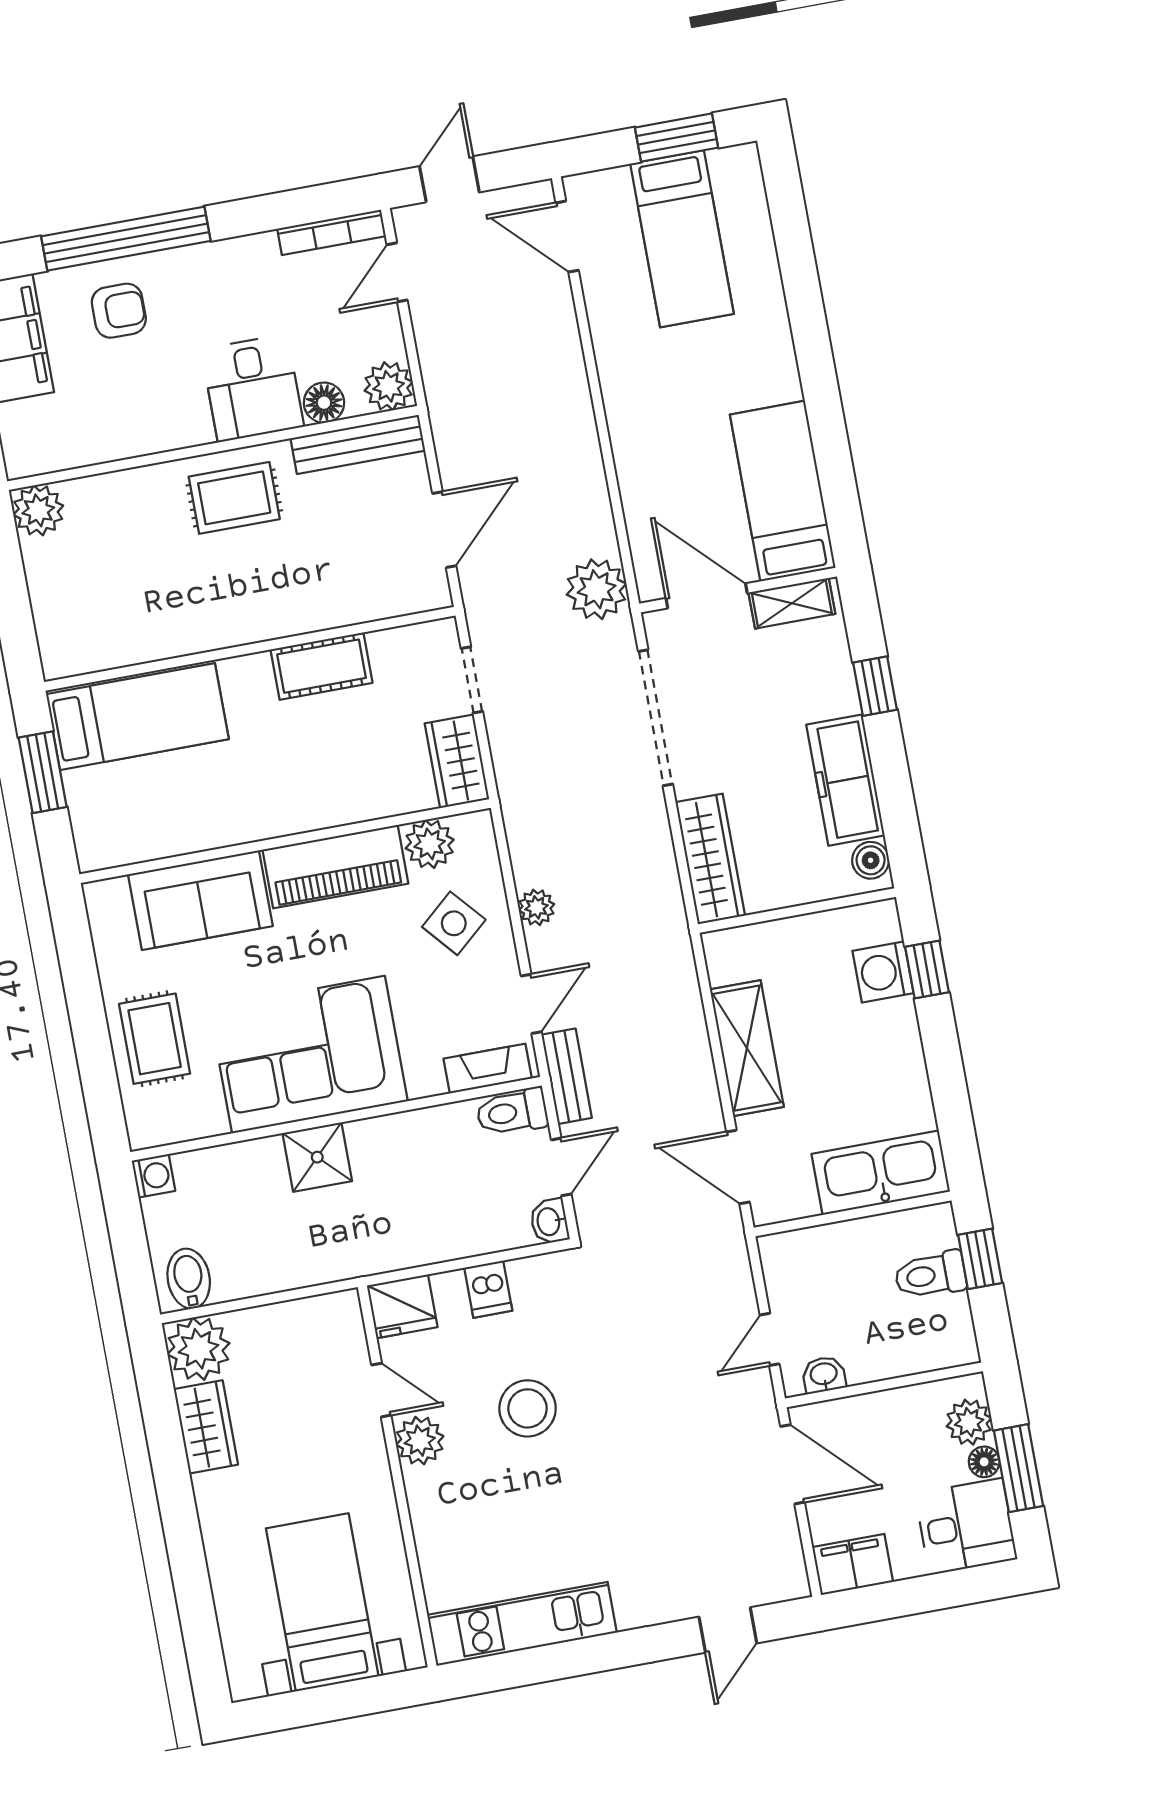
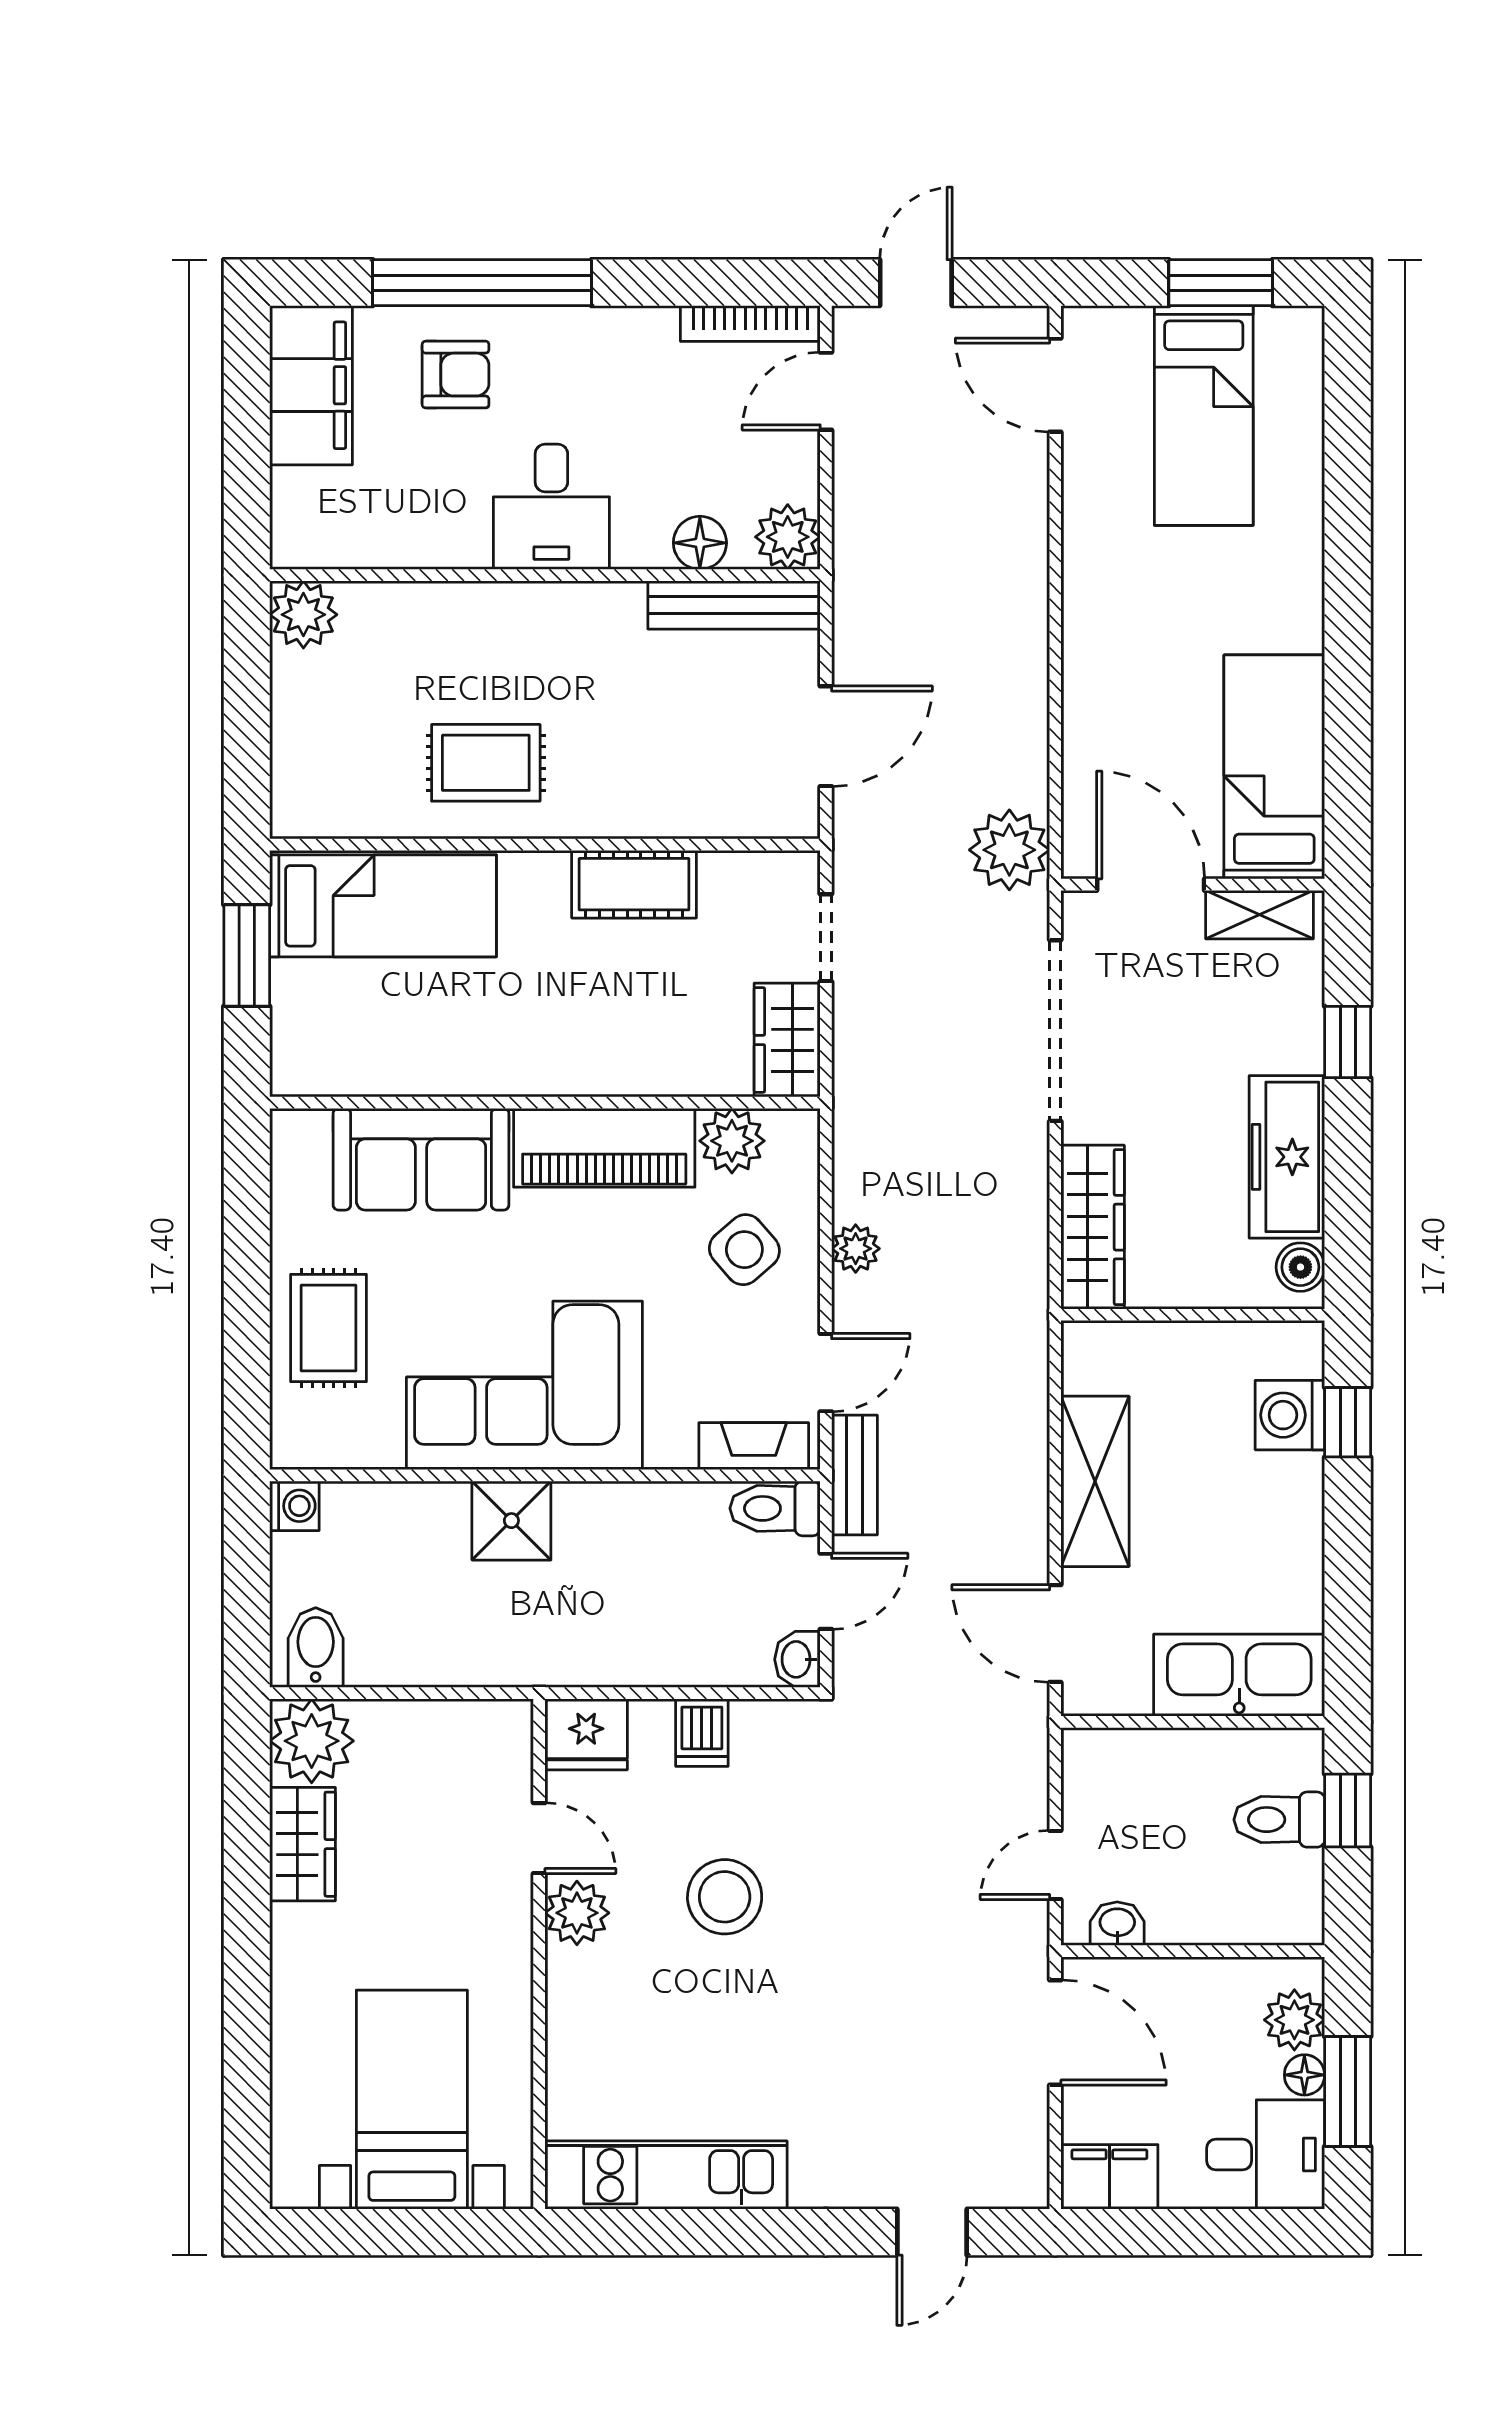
desk: (253, 388) -> (551, 507), moved
rug: (234, 498) -> (486, 763), moved

